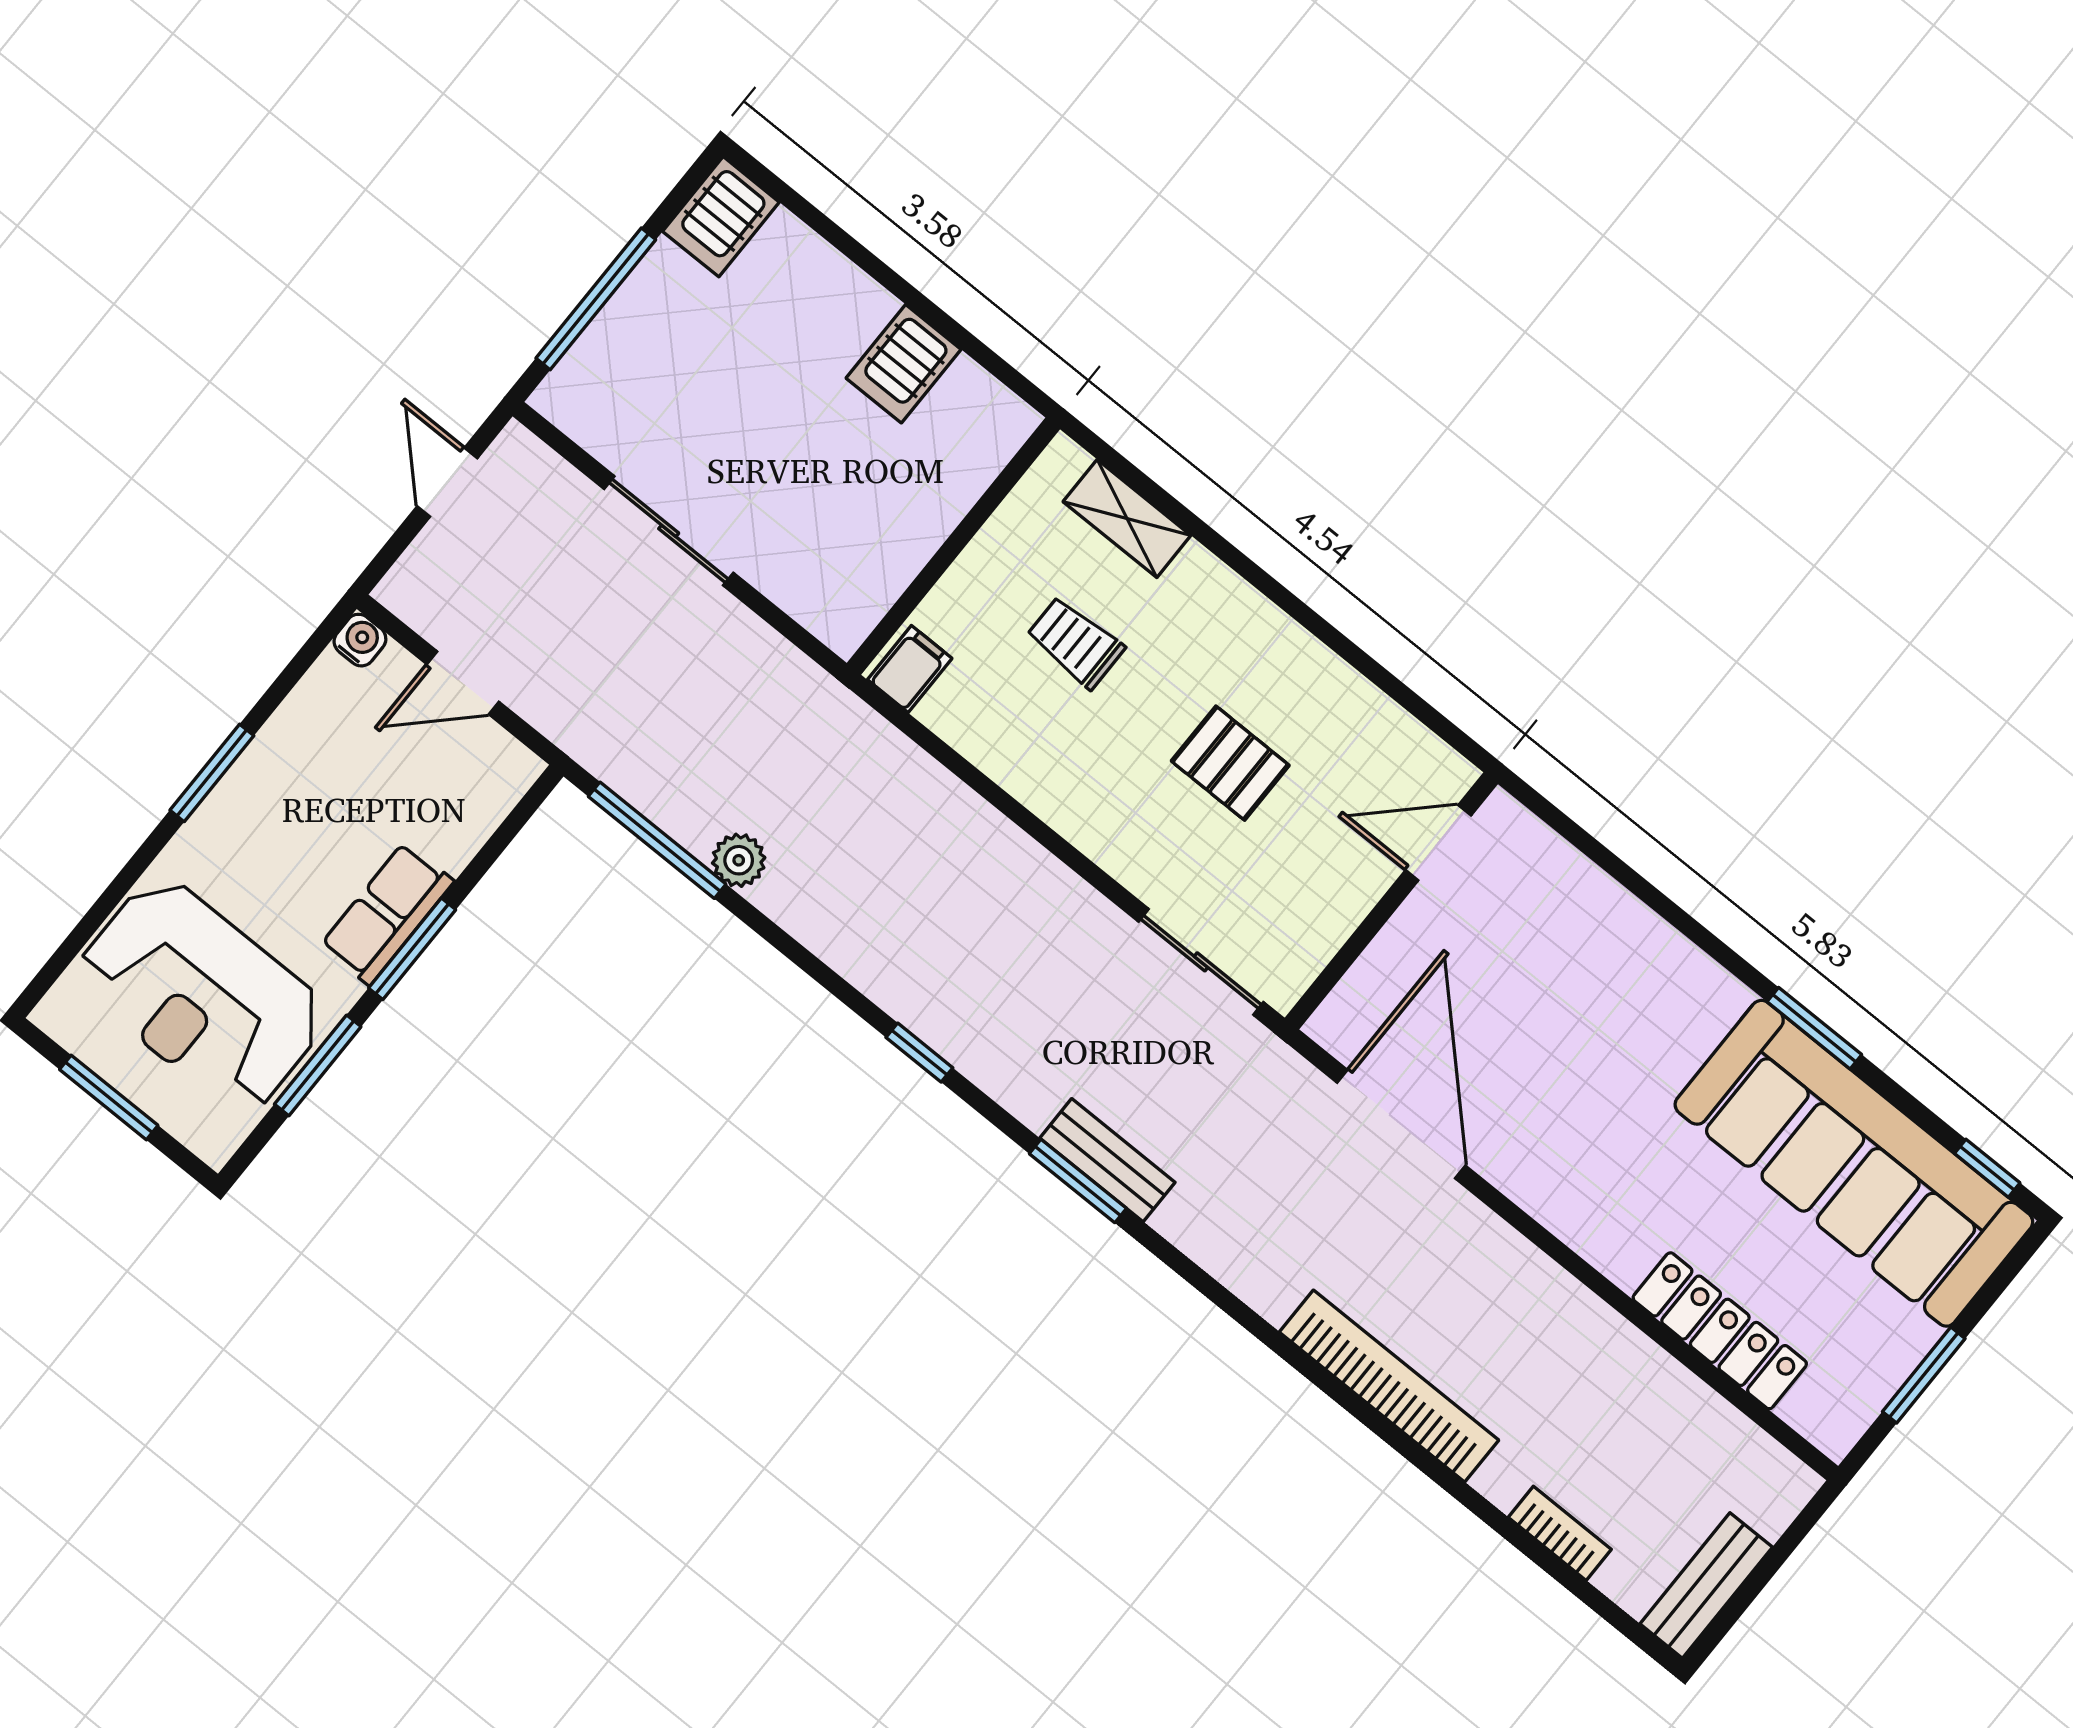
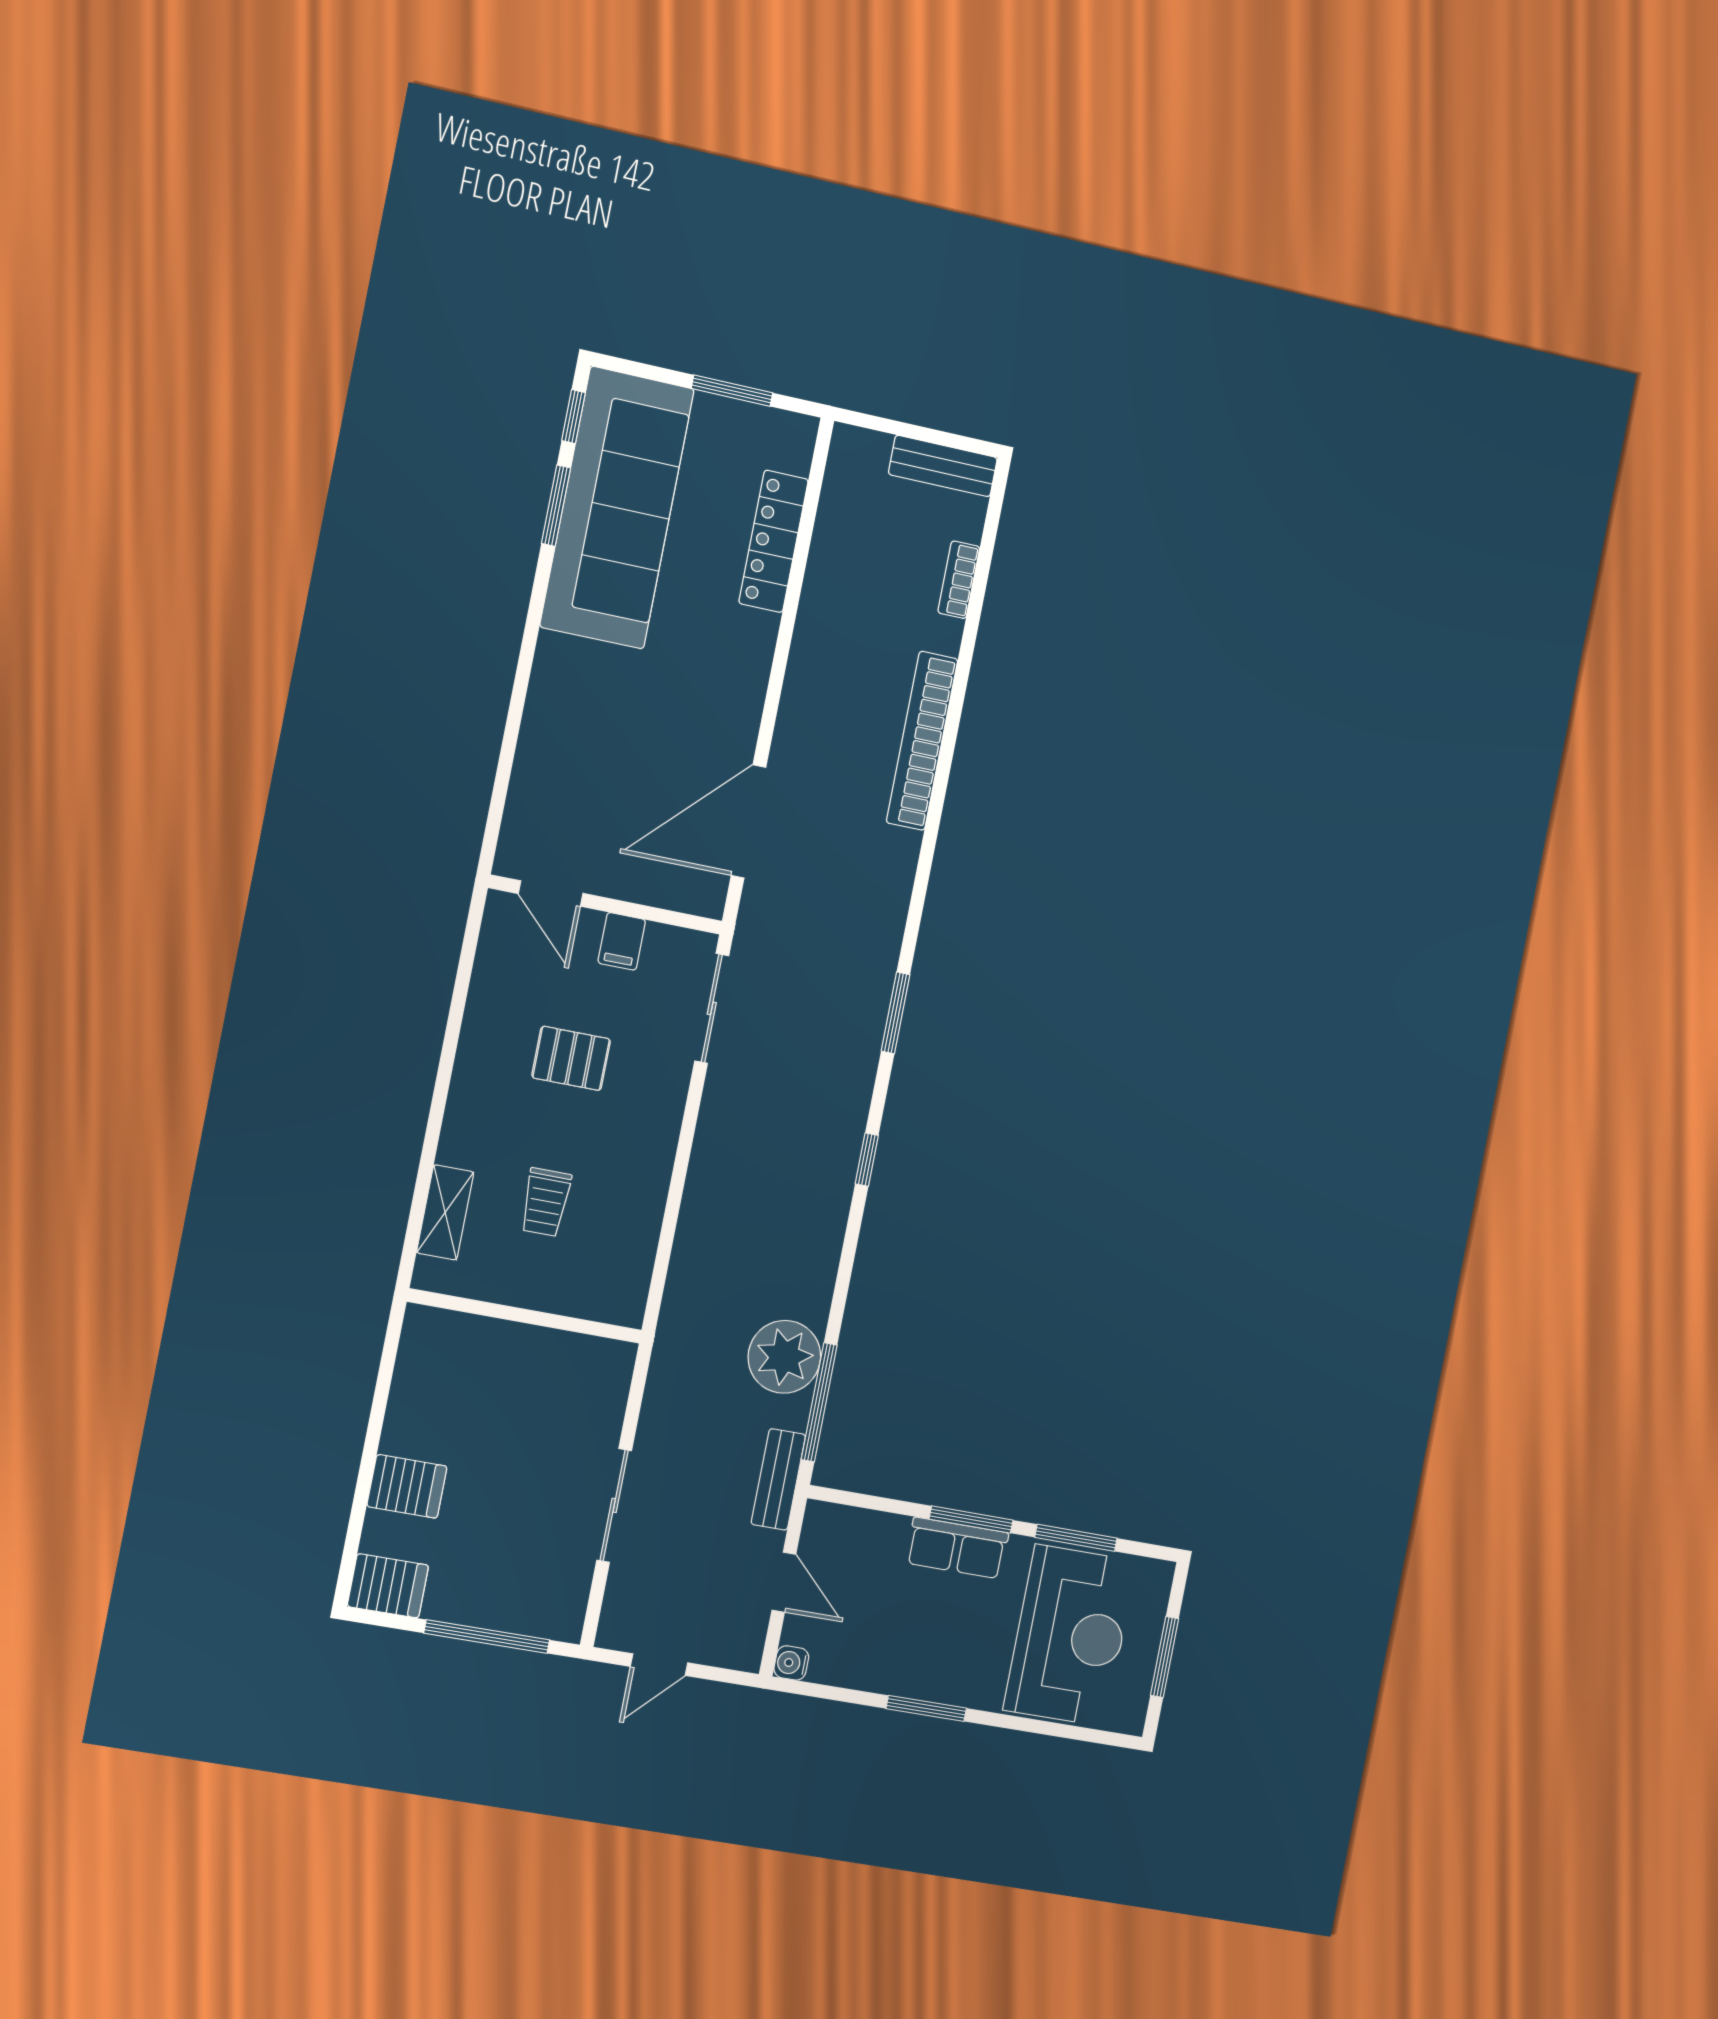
server rack: (904, 364) -> (407, 1486), moved
filing cabinet: (910, 669) -> (622, 941), moved, turned -90
pallet: (1230, 763) -> (571, 1058), turned 90
plant: (739, 860) -> (784, 1357), width x1.88, depth x1.88
window: (1814, 1028) -> (556, 506), moved
bench: (1107, 1160) -> (778, 1479), moved

